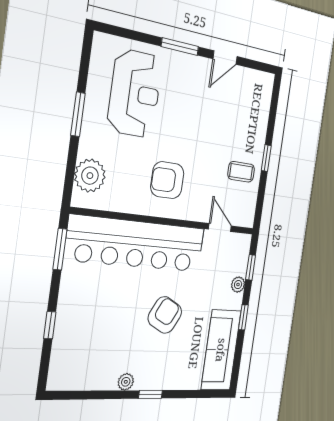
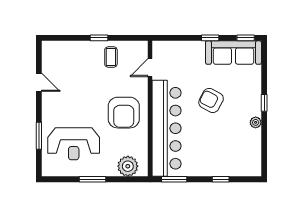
window: (180, 47) -> (39, 136), moved
reception desk: (135, 94) -> (74, 144), turned 180
armchair: (167, 180) -> (124, 113), width x1.36, depth x1.36
window: (251, 267) -> (246, 38), moved
plant: (238, 285) -> (188, 46), removed

